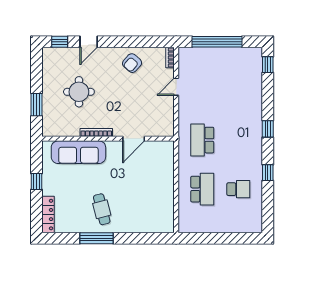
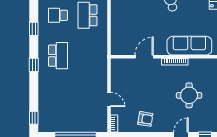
armchair: (132, 63) -> (145, 119), turned 57
door: (176, 87) -> (109, 100), hinge flipped
school desk: (202, 140) -> (58, 56), moved

